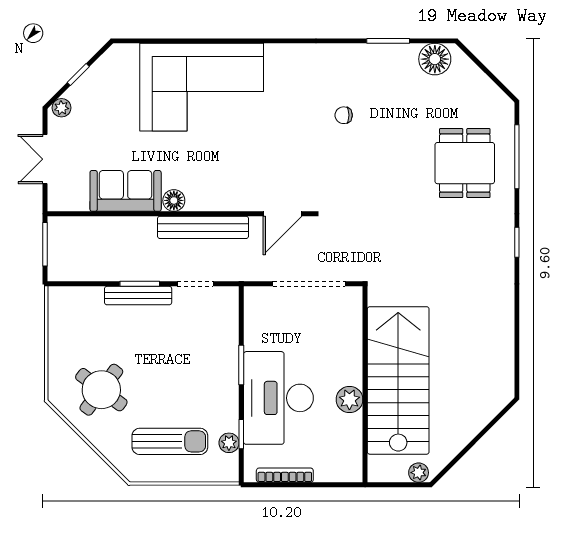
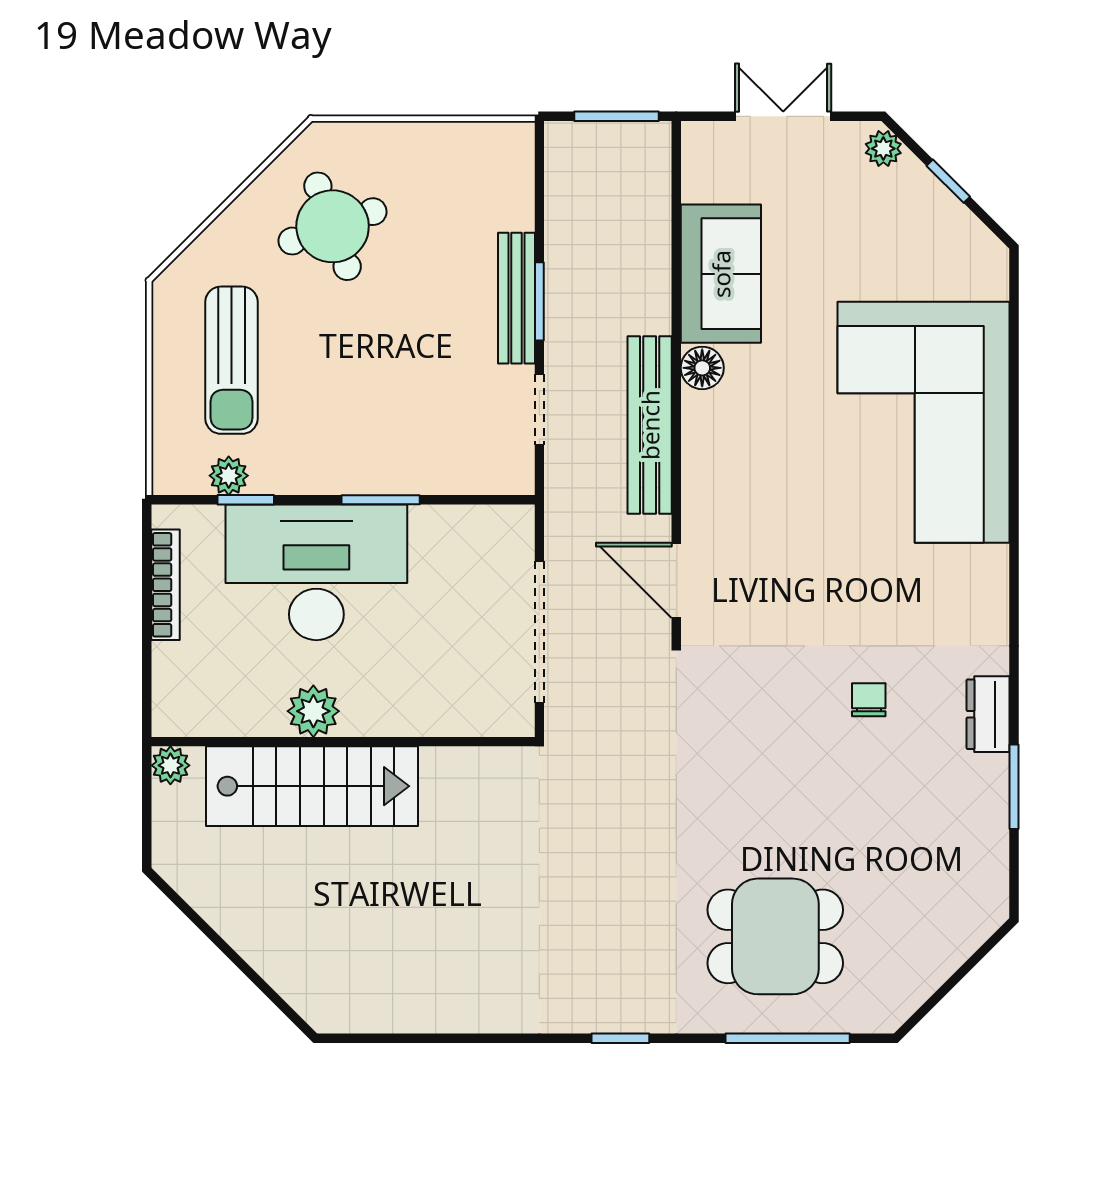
dresser: (351, 54) -> (988, 714), added
floor lamp: (435, 59) -> (978, 878), removed
stairs: (398, 380) -> (312, 786), width x0.73, depth x0.66
round table: (101, 390) -> (333, 226), turned 33
plant: (419, 473) -> (170, 765), moved

